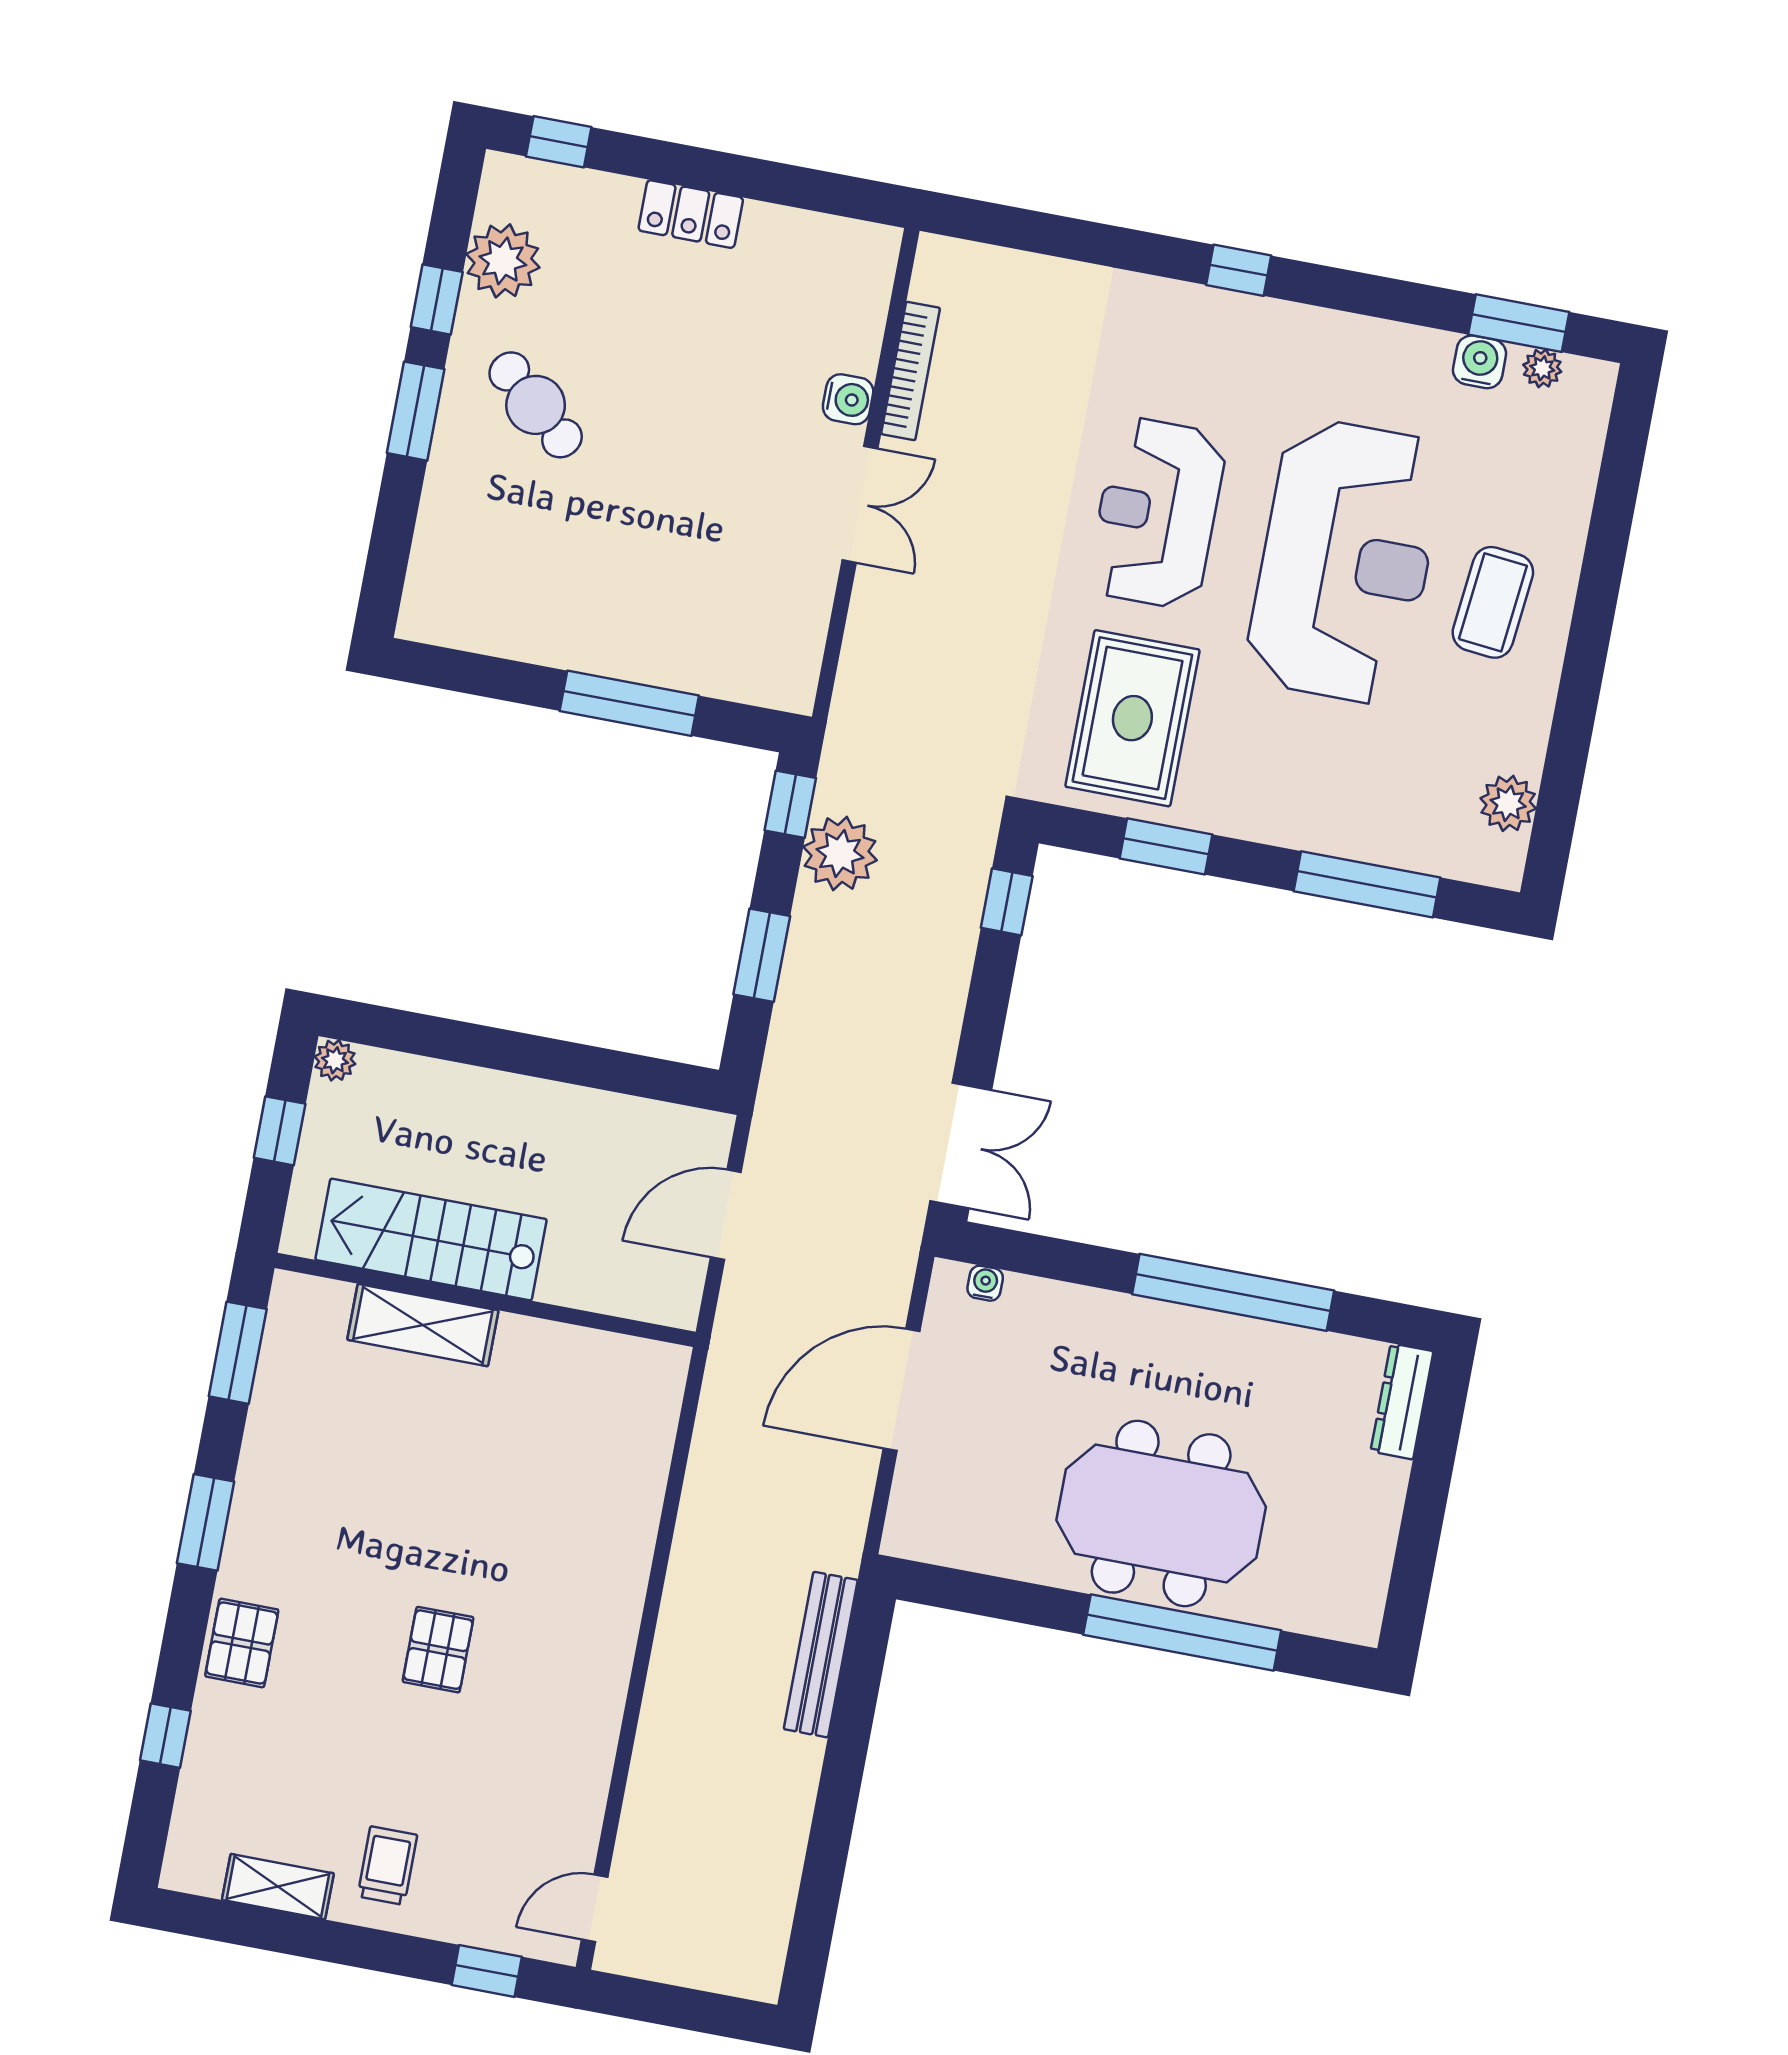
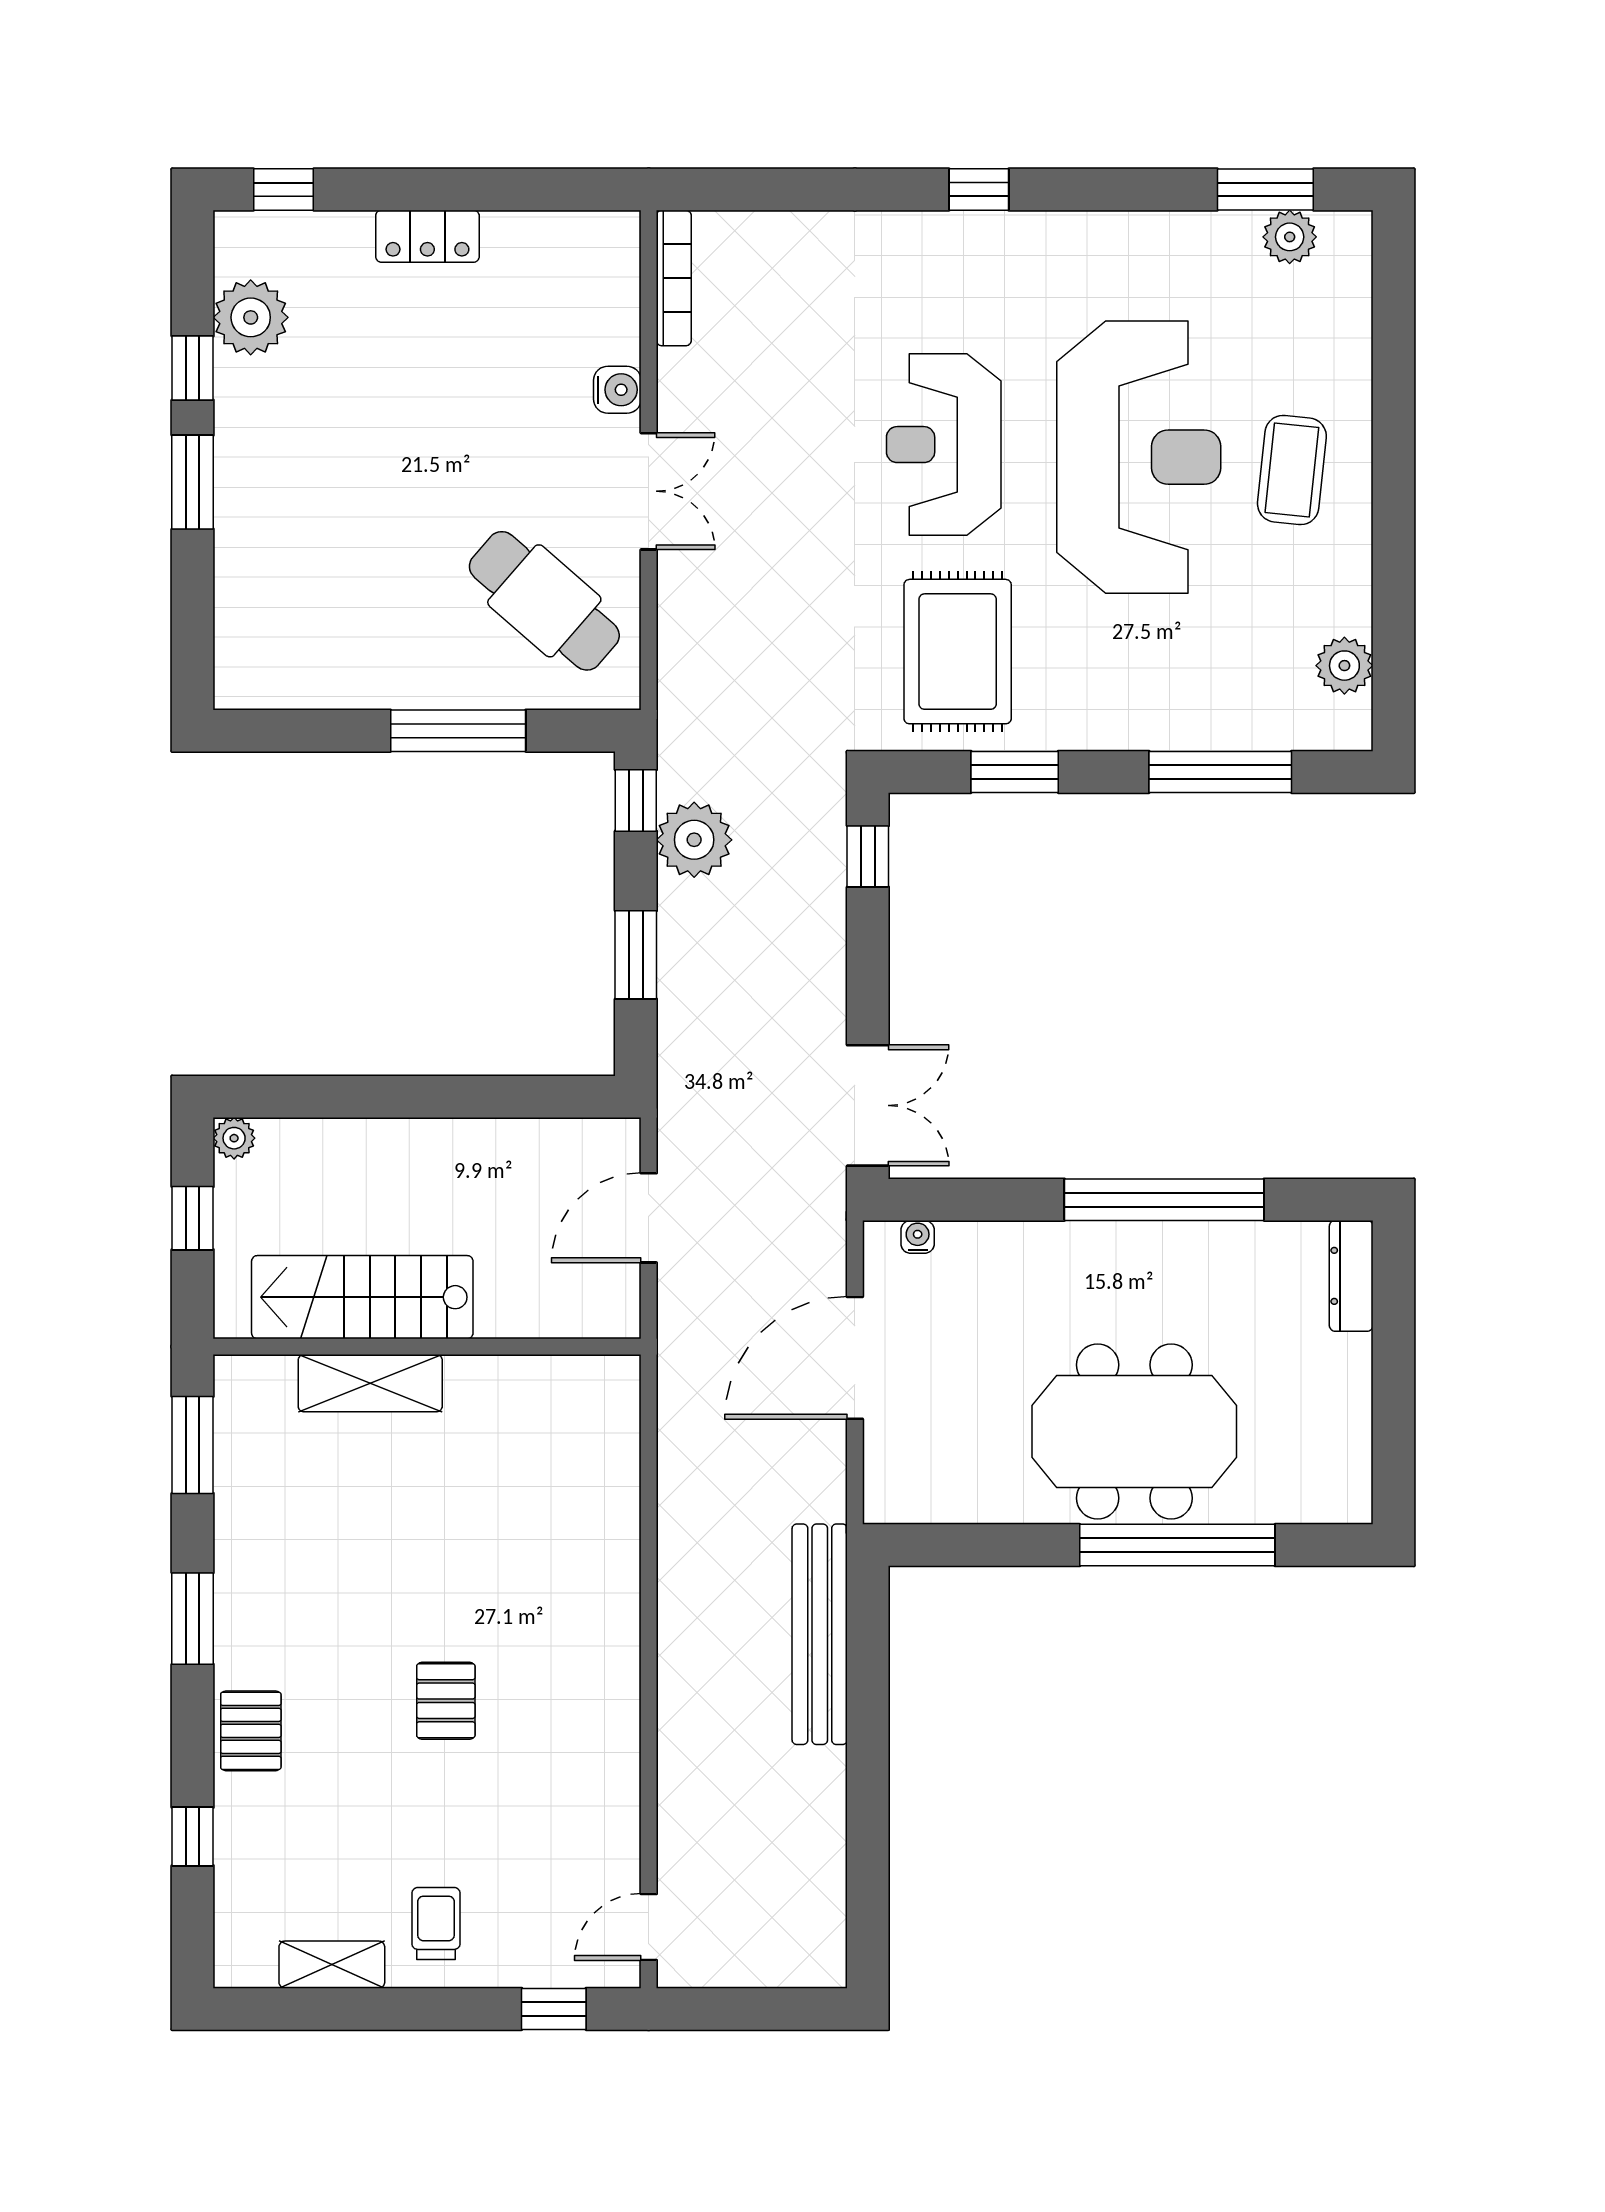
water cooler: (1480, 362) -> (1234, 235), removed
plant: (1542, 368) -> (1290, 237), width x1.38, depth x1.38
bookcase: (911, 371) -> (674, 278), moved
cafe table: (536, 405) -> (544, 601), moved, width x1.37, depth x1.35
bench: (821, 1655) -> (820, 1634), width x1.37, depth x1.21

